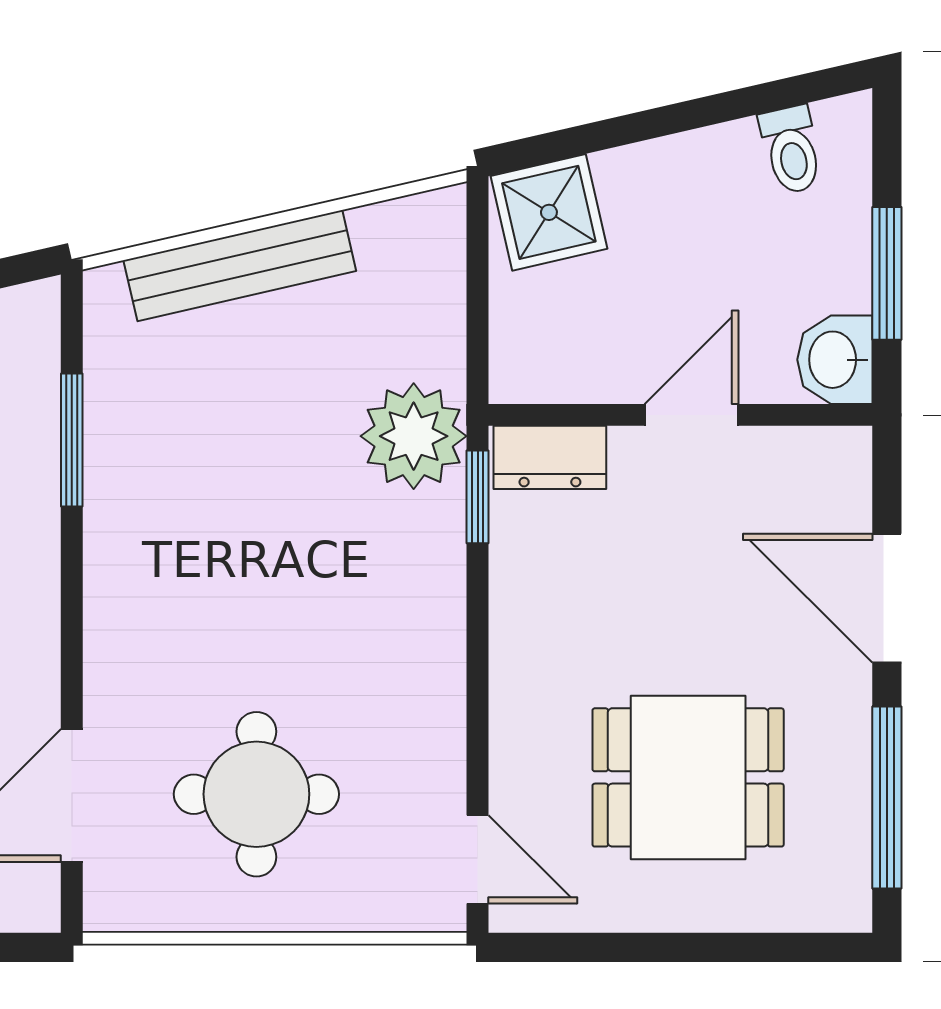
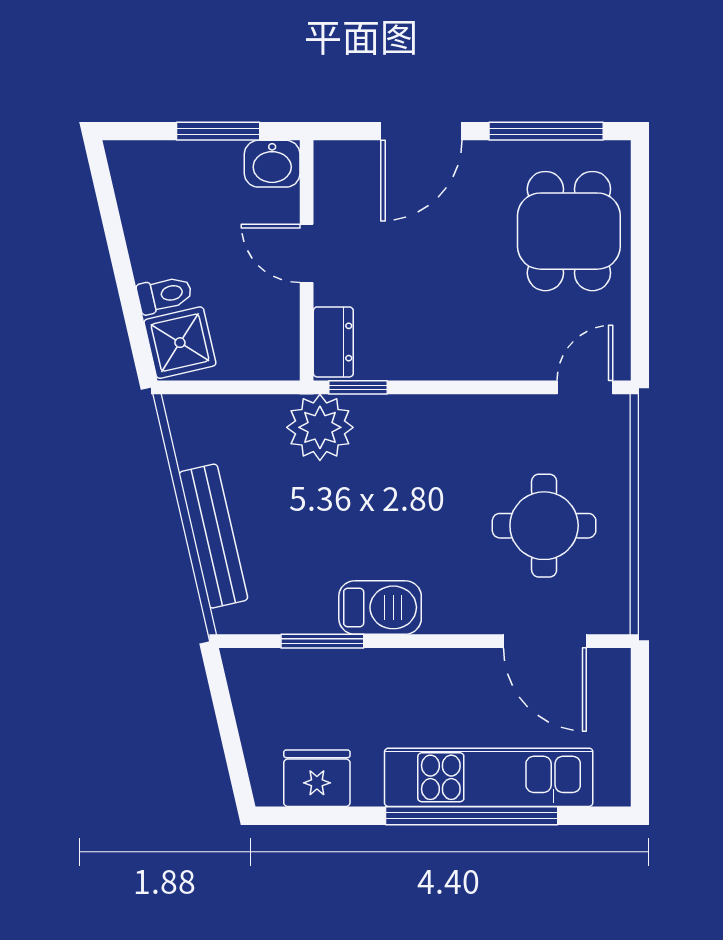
toilet: (791, 150) -> (165, 295), moved
barbecue: (126, 532) -> (380, 607), added
dining table: (688, 777) -> (569, 231), moved

